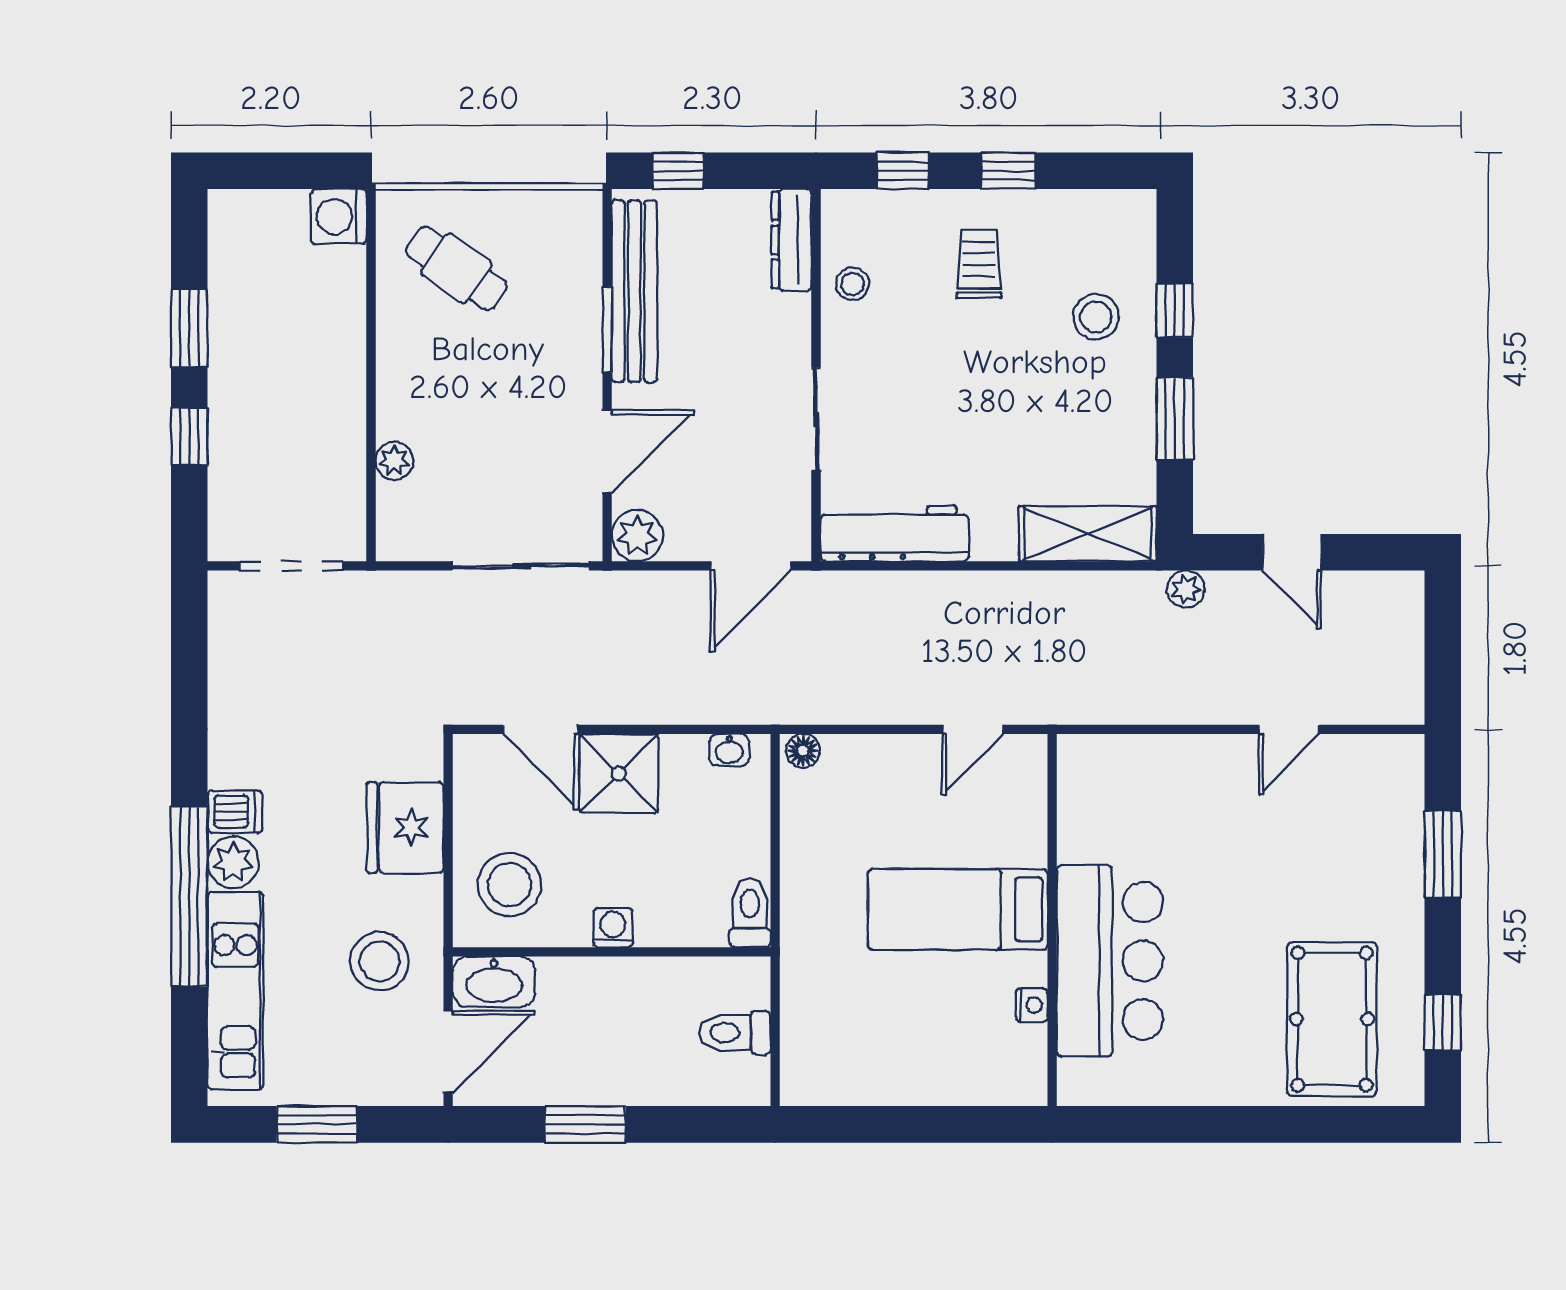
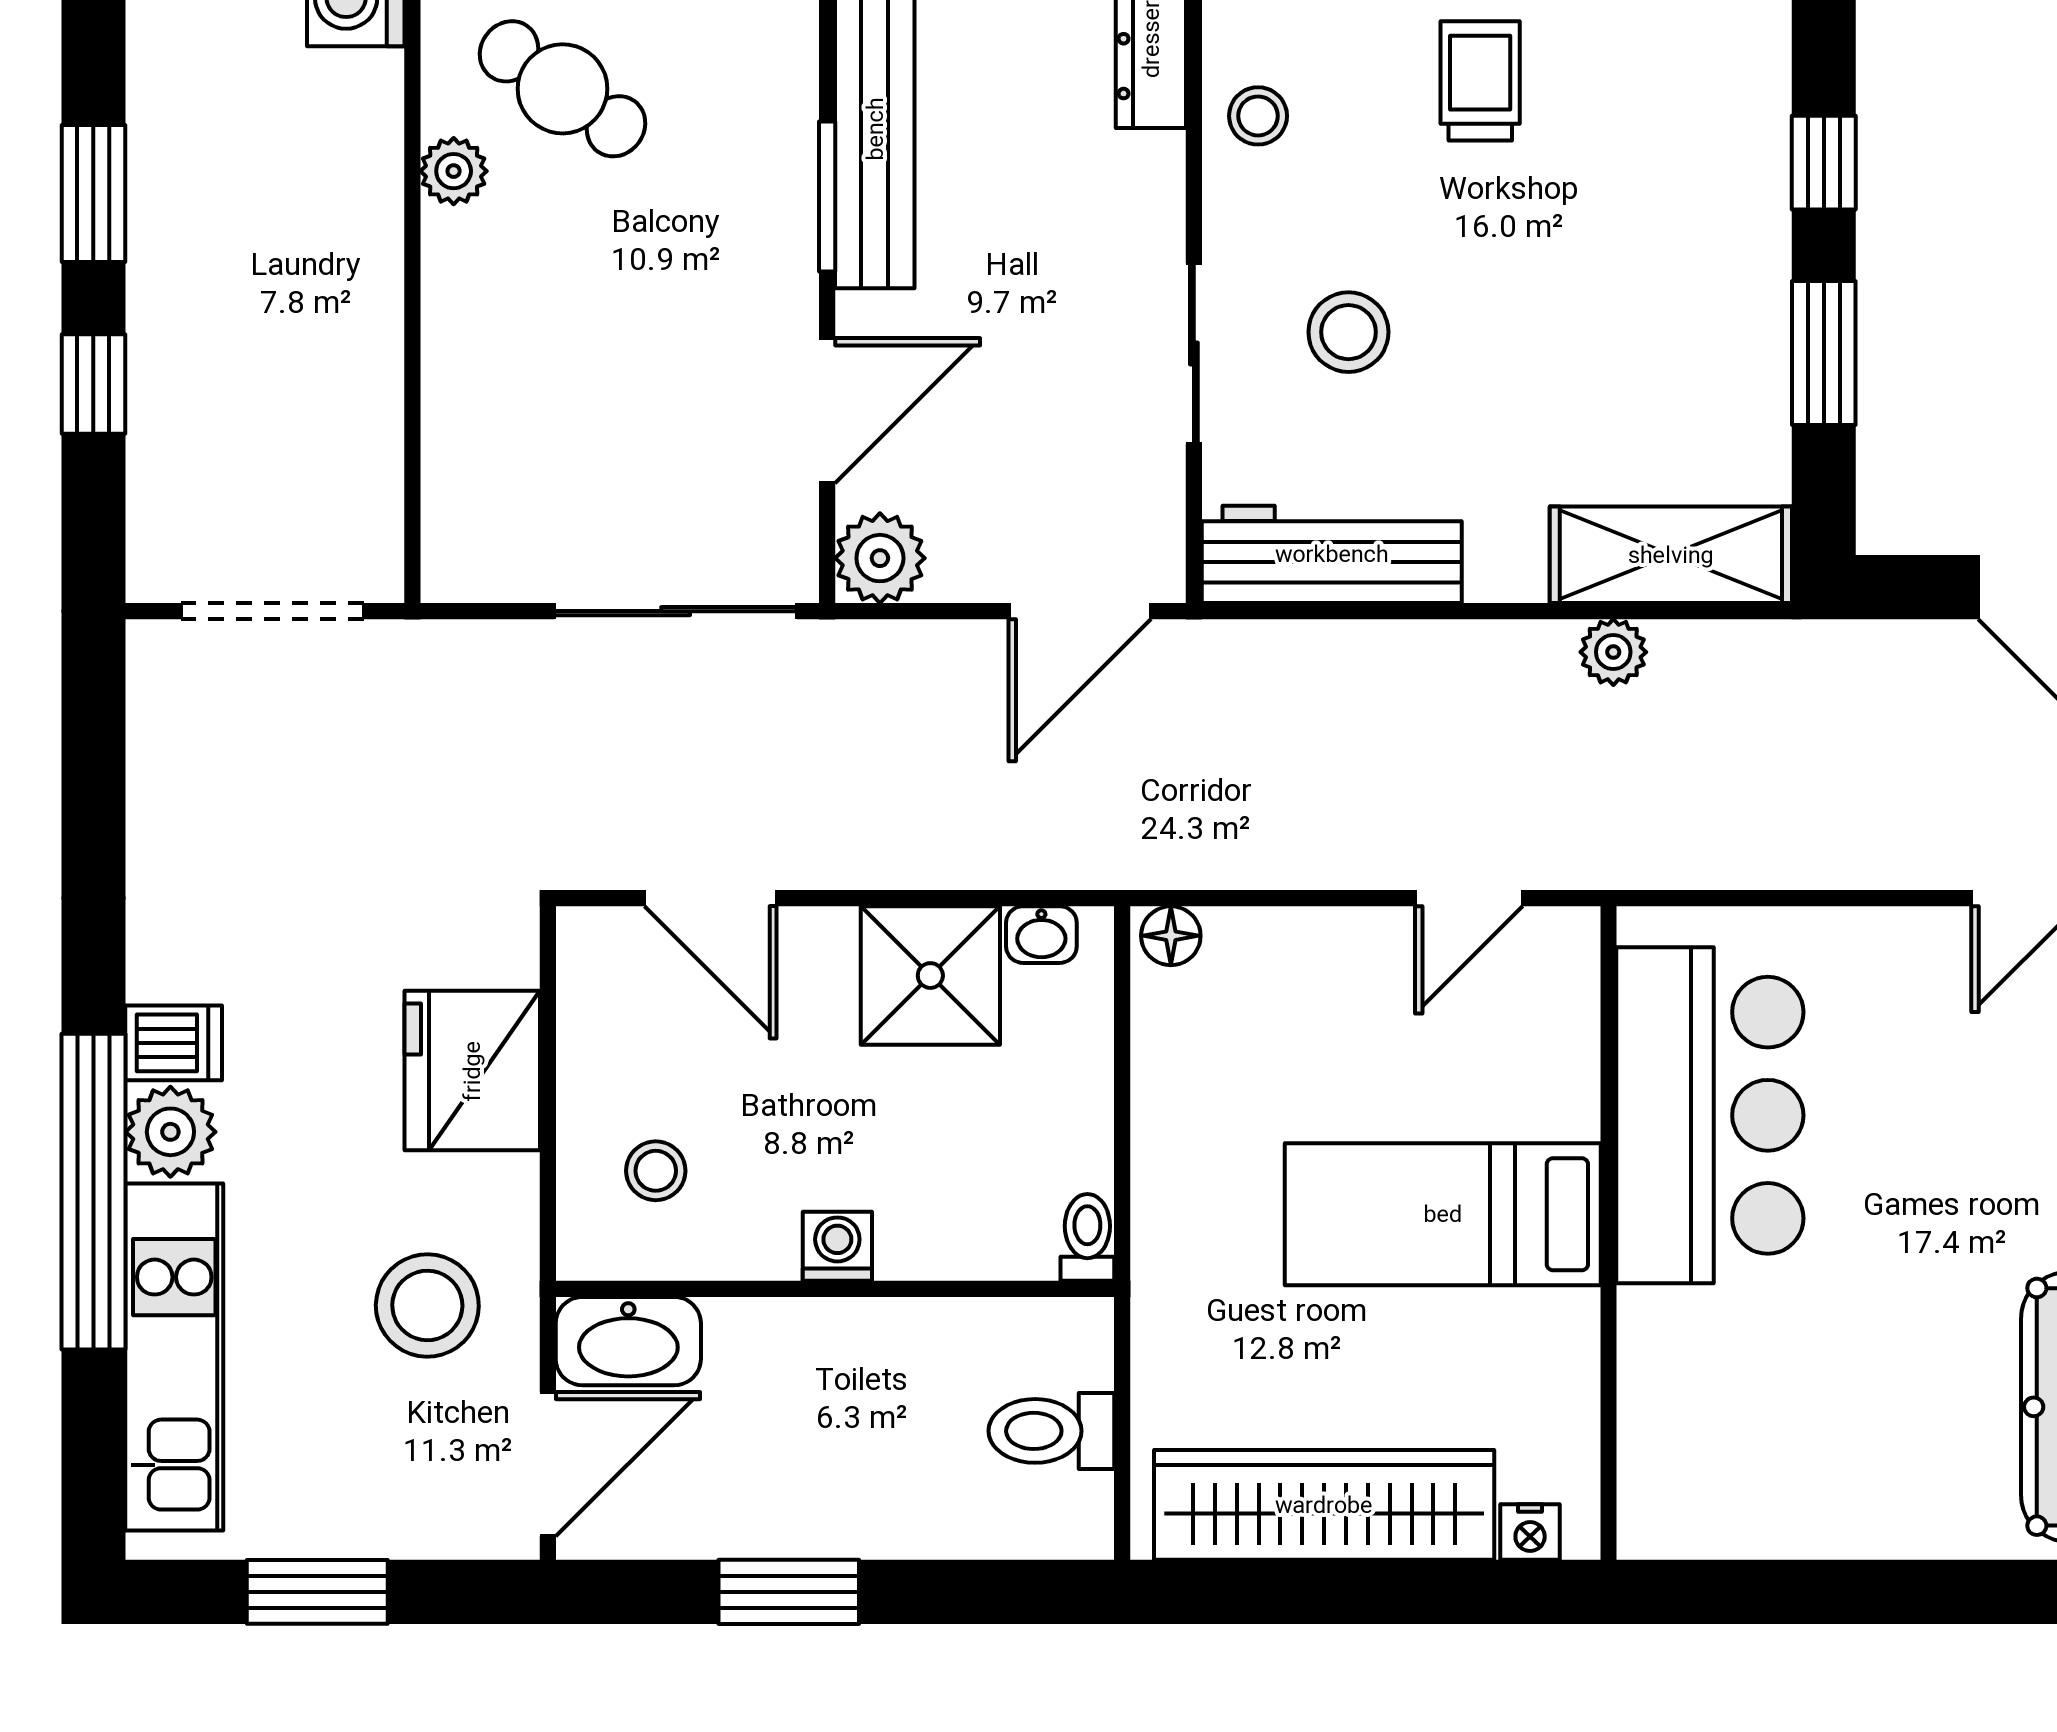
stool: (1096, 317) -> (1348, 332), moved
plant: (394, 461) -> (454, 171), moved
plant: (1186, 589) -> (1613, 652), moved
shower: (619, 773) -> (930, 976), moved
stool: (510, 885) -> (656, 1171), width x0.53, depth x0.53
toilet: (750, 913) -> (1087, 1237), width x0.73, depth x0.72
bar counter: (1110, 961) -> (1710, 1115), moved
nightstand: (1032, 1005) -> (1530, 1532), moved, turned 90
wardrobe: (890, 1075) -> (1324, 1505), added

